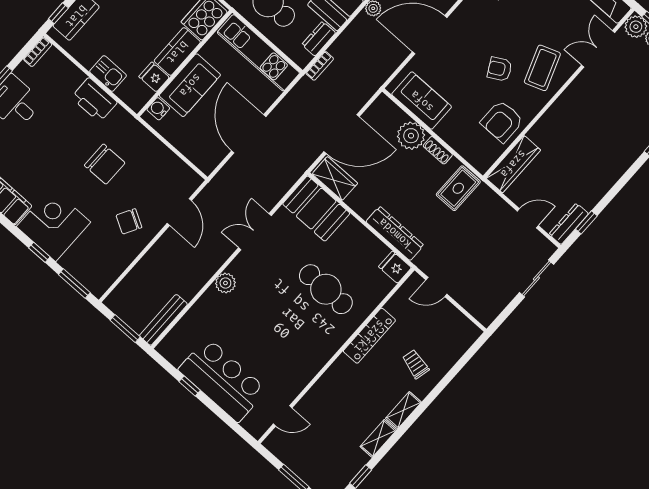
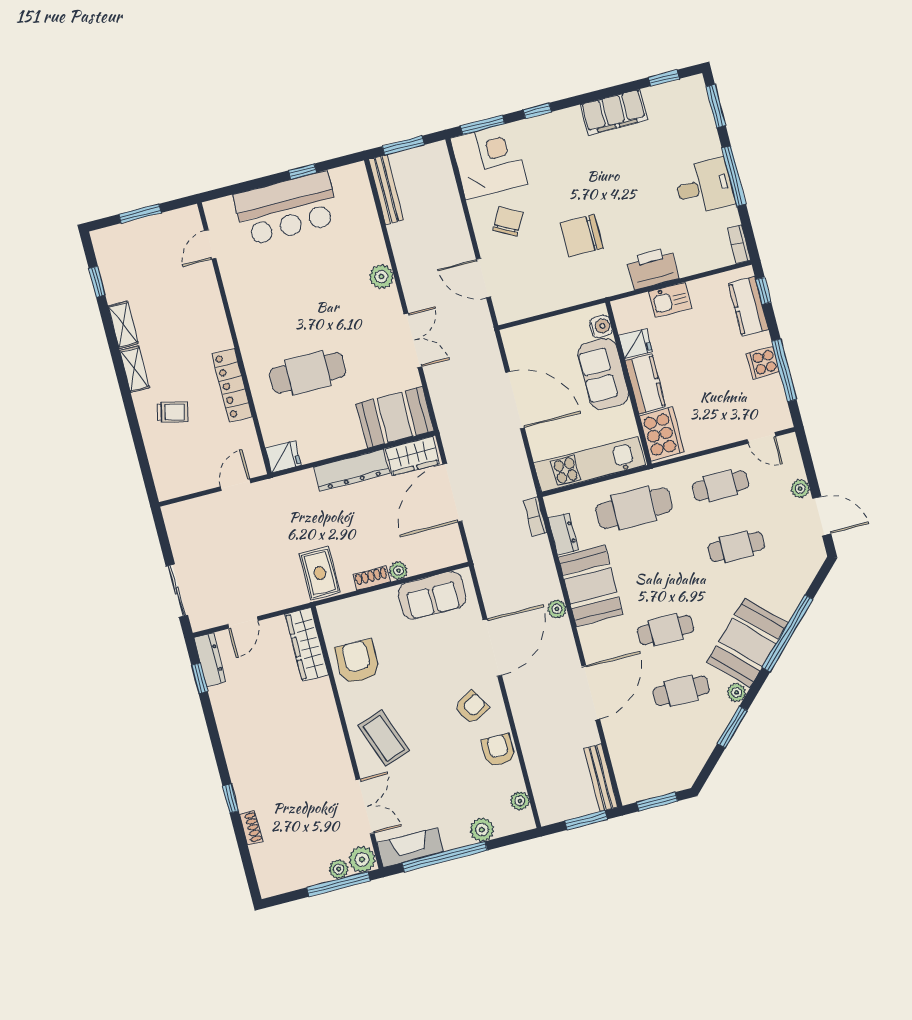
armchair: (500, 69) -> (472, 707), moved
plant: (411, 136) -> (398, 571), width x0.53, depth x0.53
corner desk: (53, 224) -> (489, 161), moved, turned -90
dresser: (395, 233) -> (352, 470), moved

